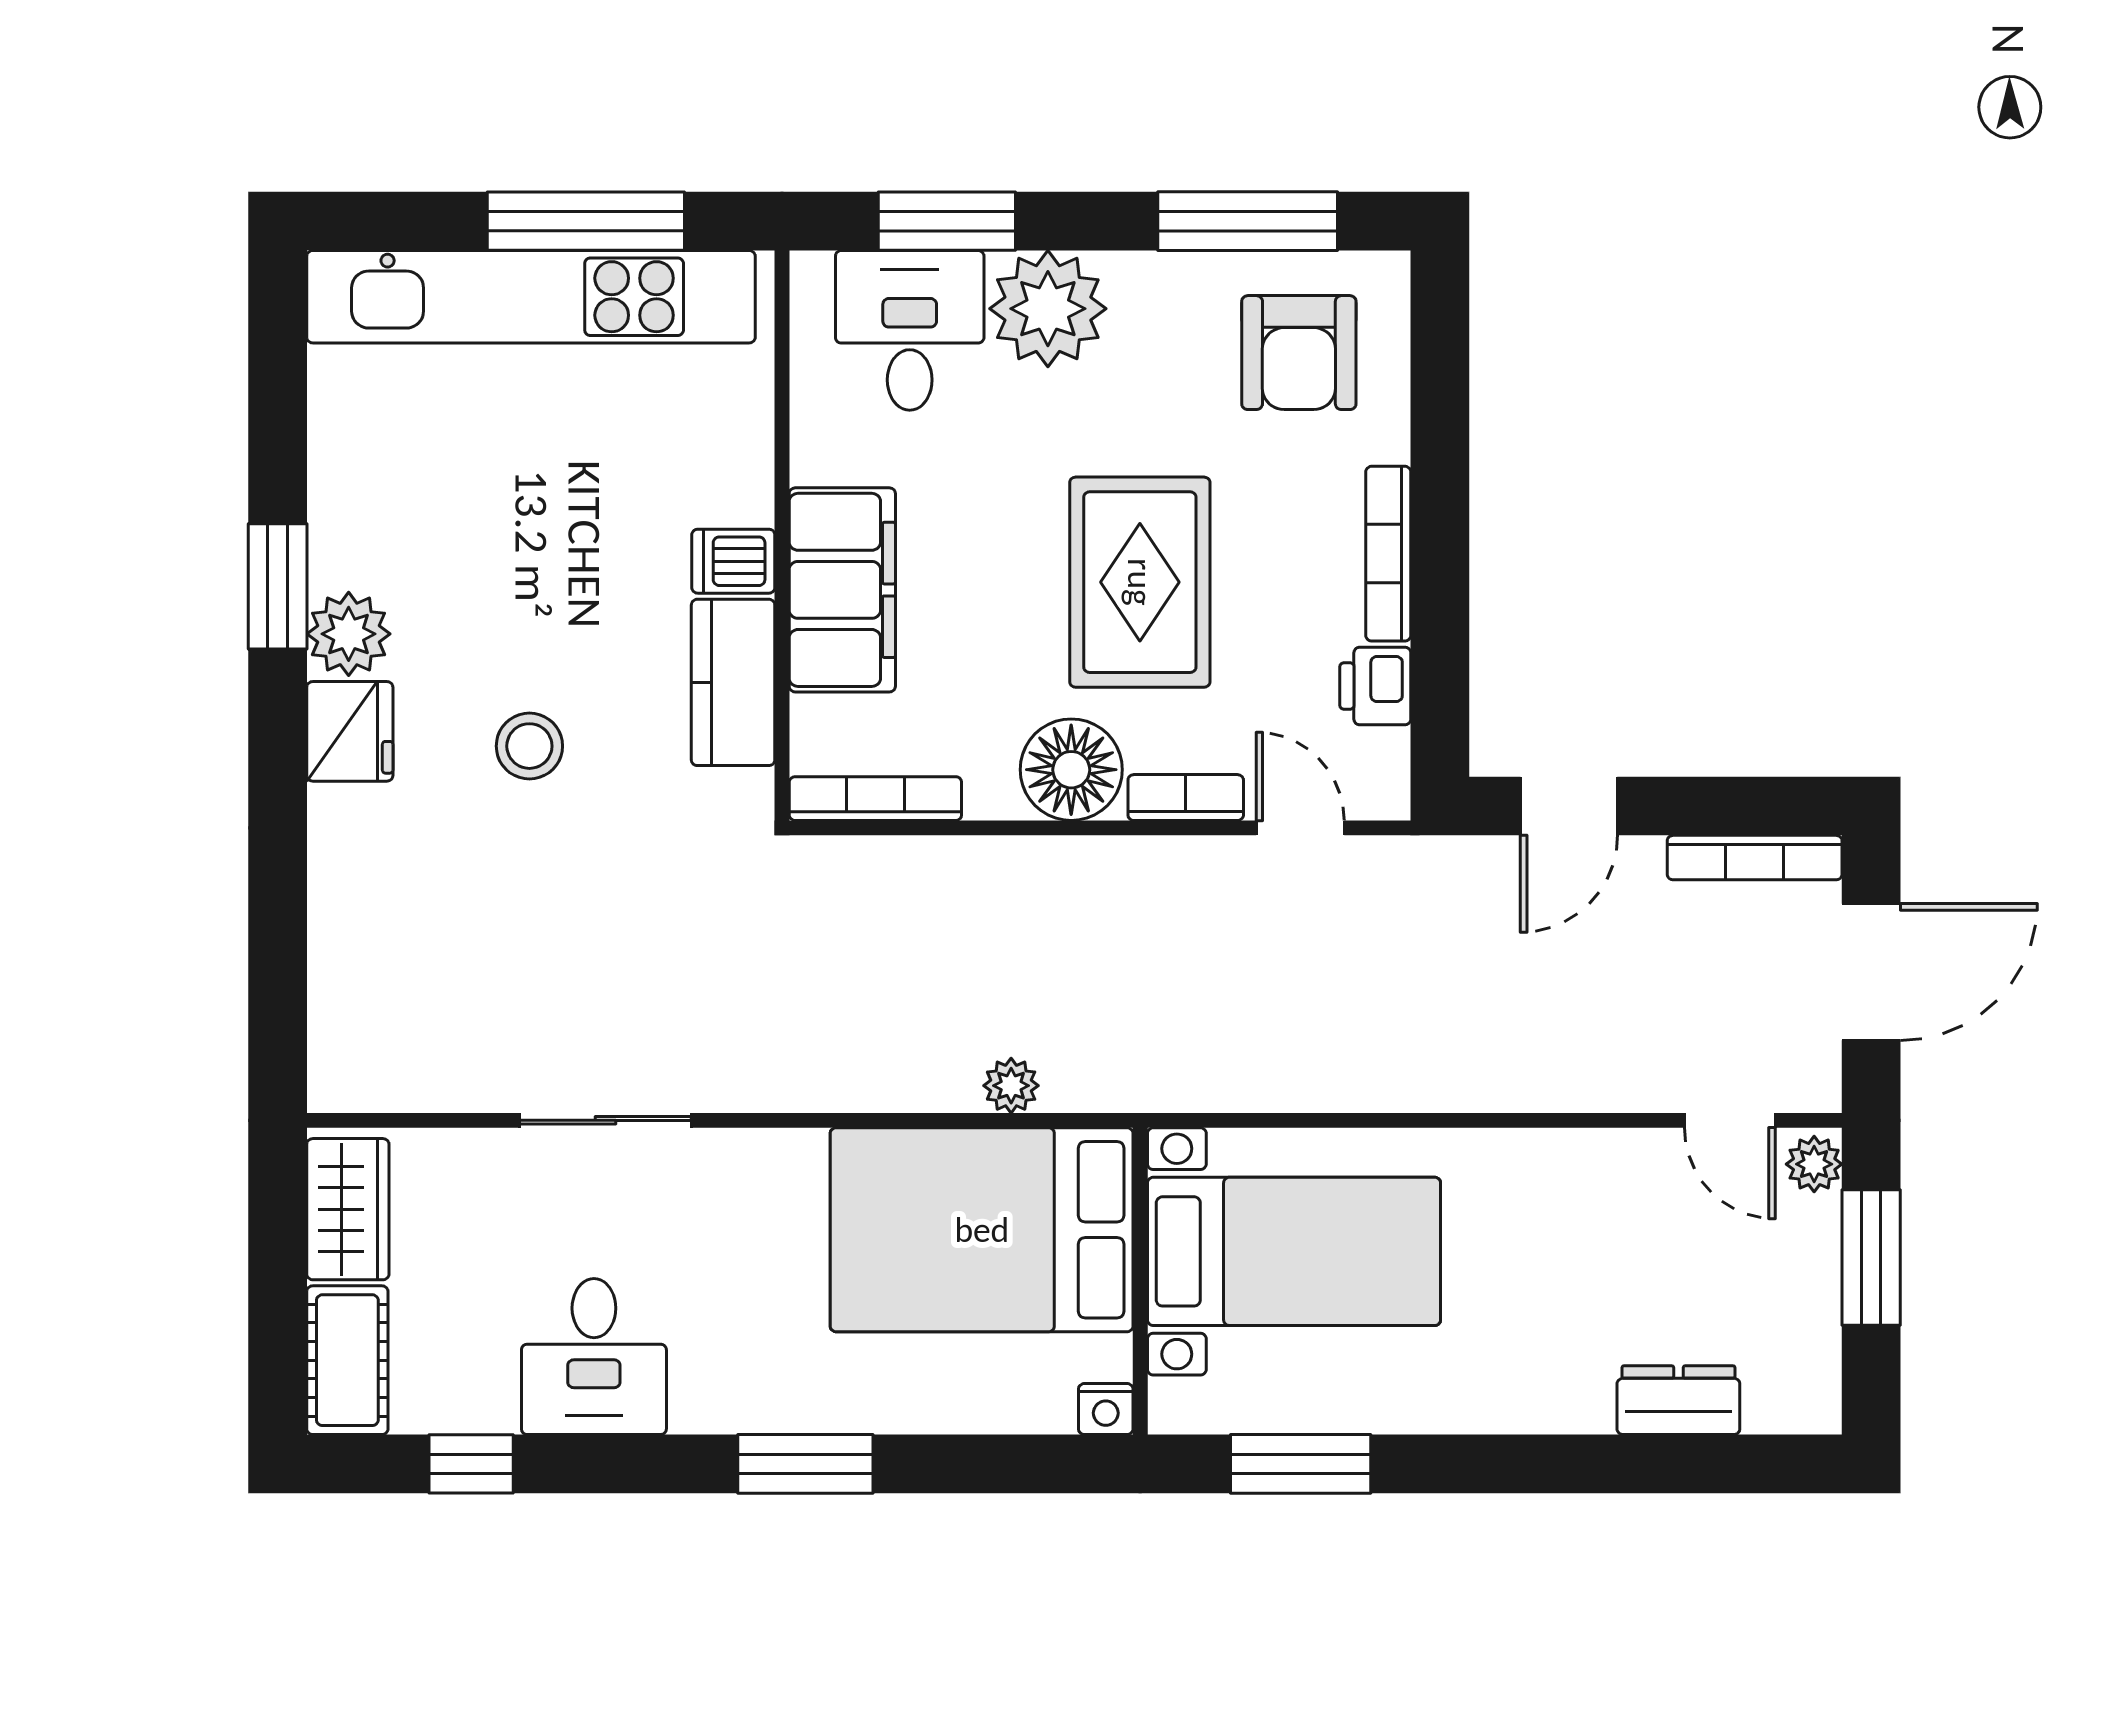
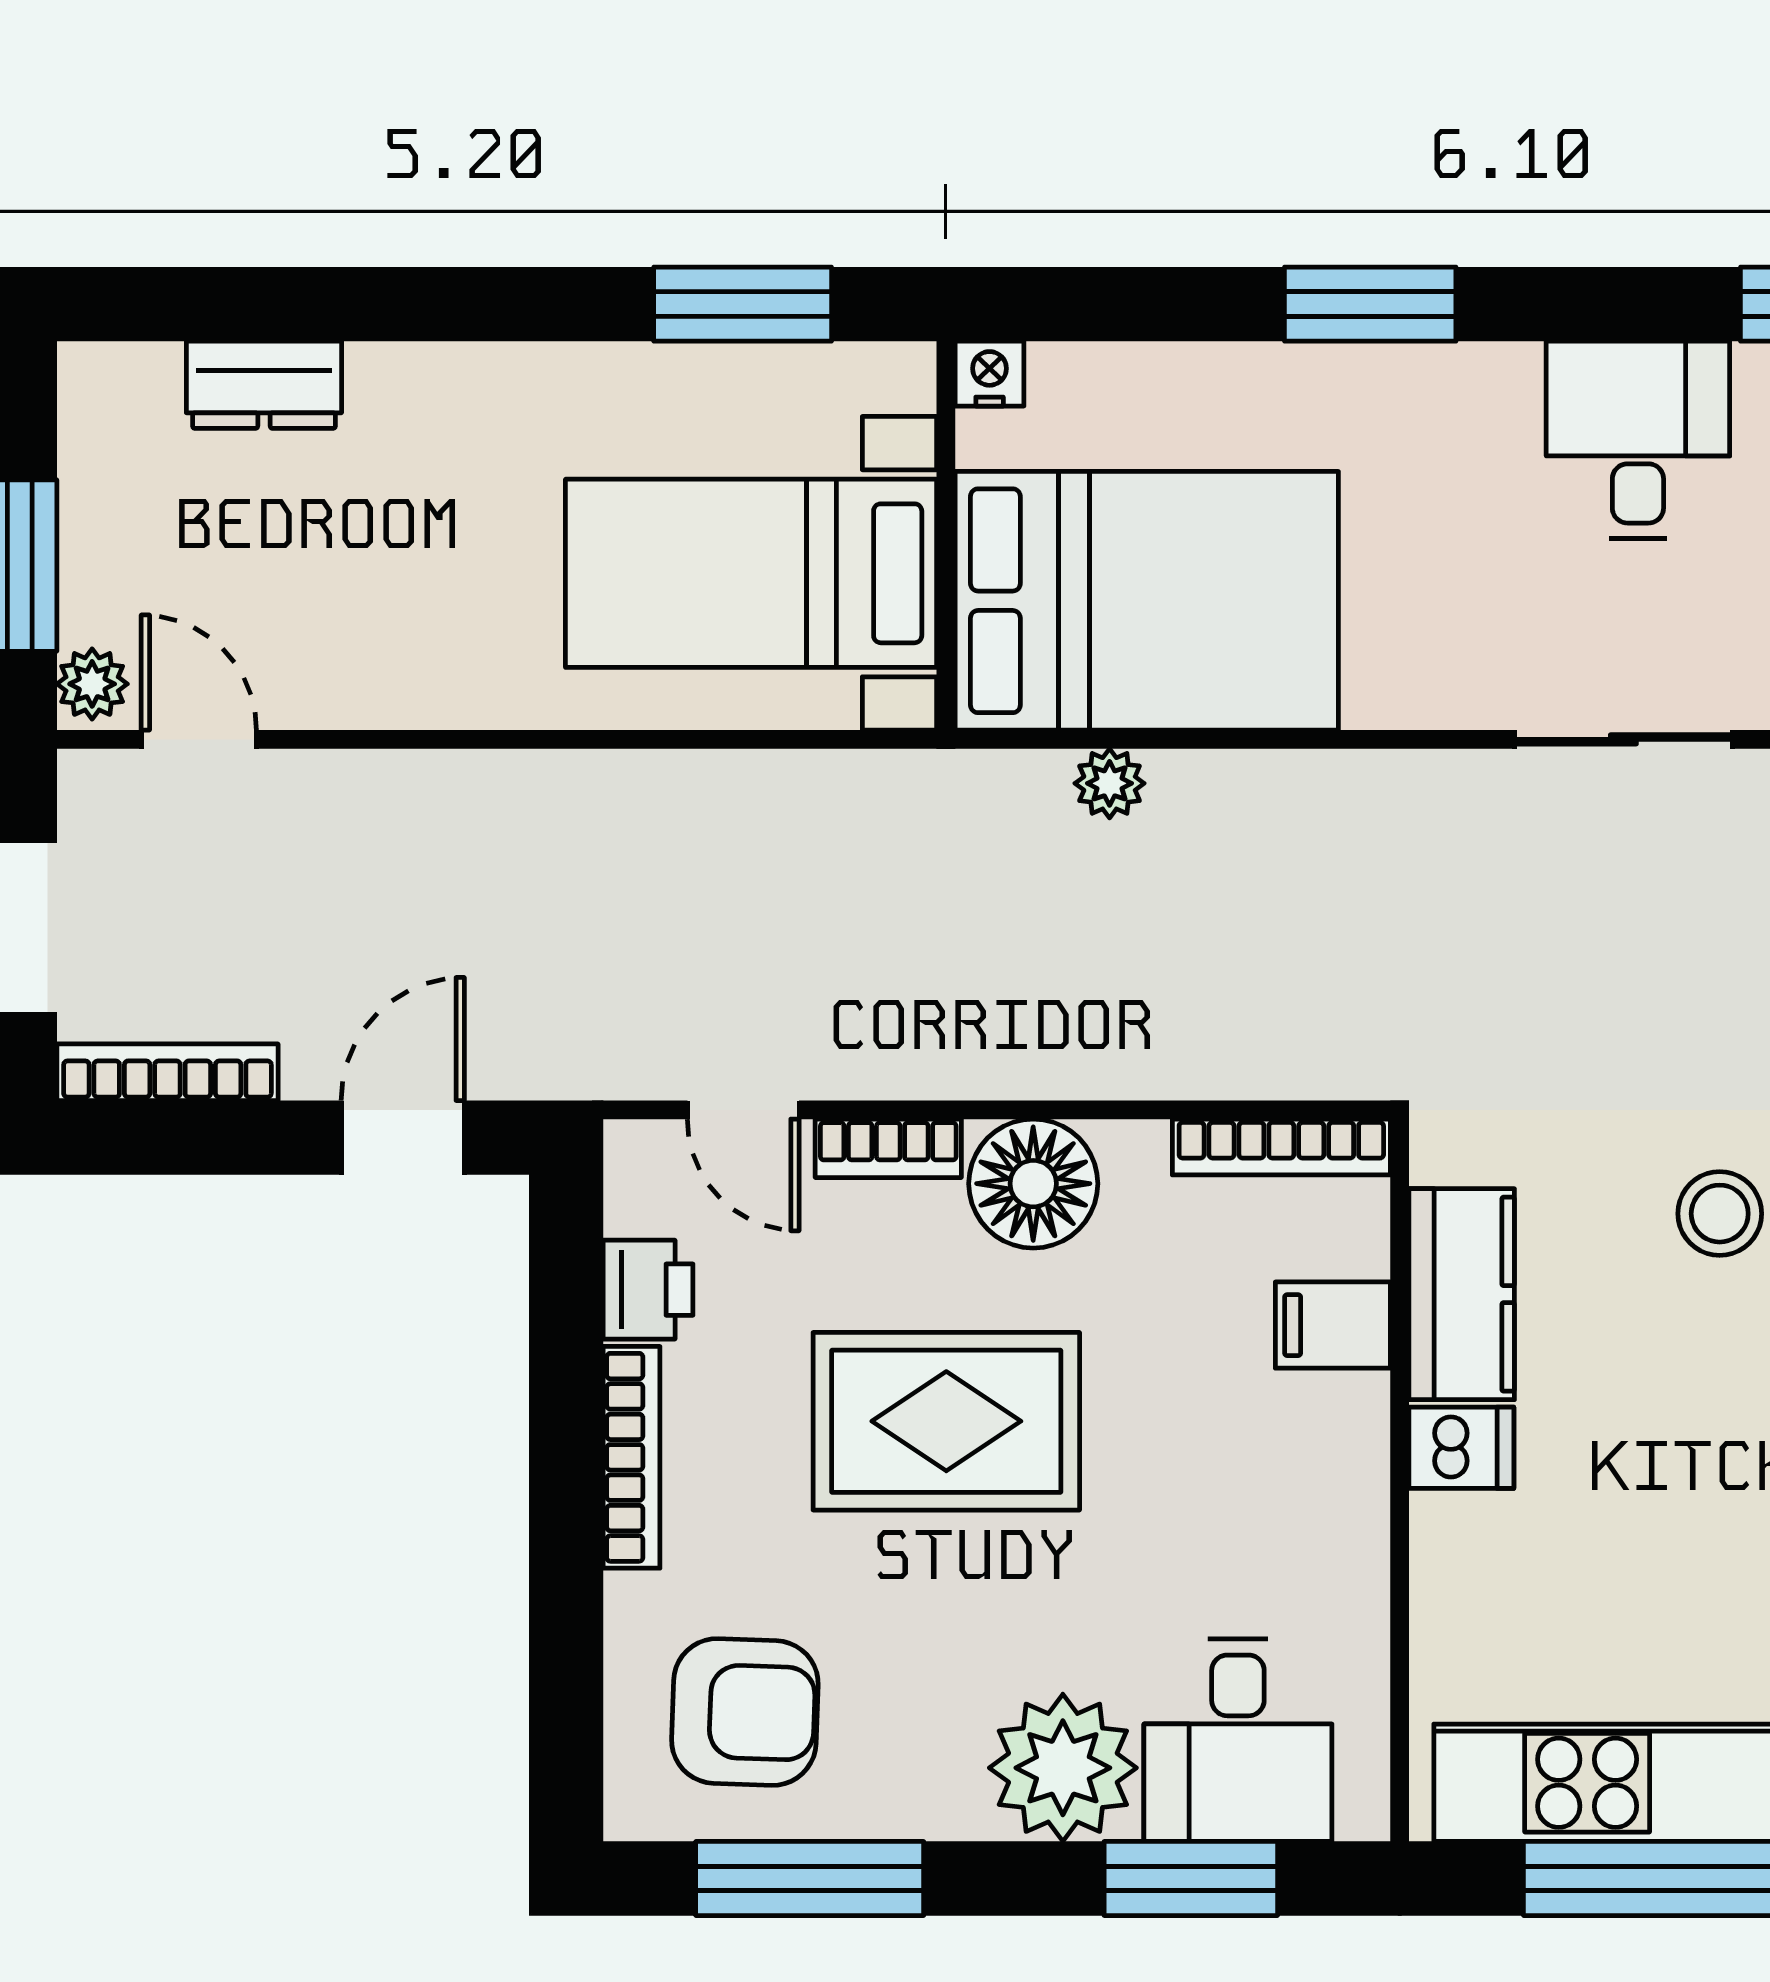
armchair: (1299, 353) -> (745, 1712), turned 92
rug: (1140, 582) -> (946, 1421), turned 90
filing cabinet: (842, 590) -> (1333, 1325), width x0.33, depth x0.86

